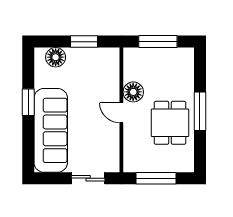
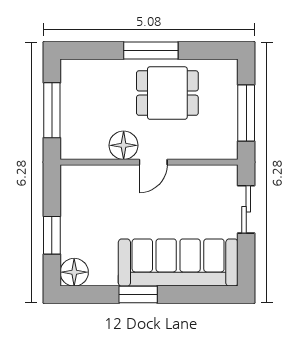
window: (84, 42) -> (52, 235), moved
floor lamp: (56, 57) -> (74, 272), moved

